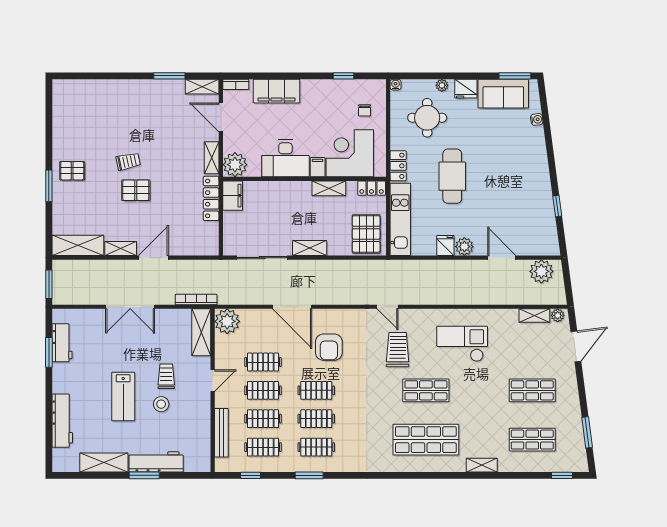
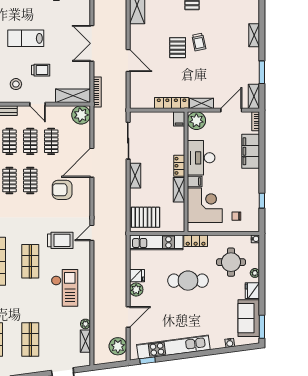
locker: (372, 188) -> (179, 166), moved
filing cabinet: (233, 196) -> (179, 119), width x0.50
kitchen unit: (542, 196) -> (173, 347), added
window: (557, 206) -> (148, 360), moved
shelving: (121, 248) -> (254, 35), moved
plant: (558, 315) -> (85, 324), moved
stool: (161, 404) -> (16, 84), moved

